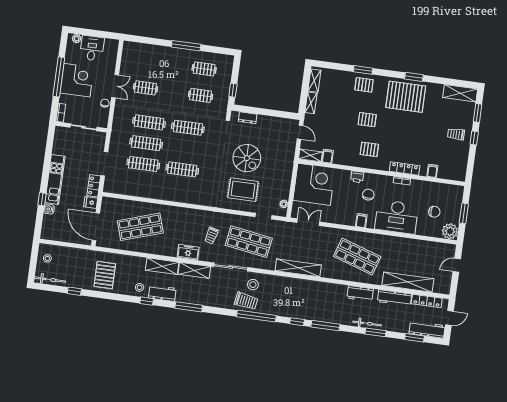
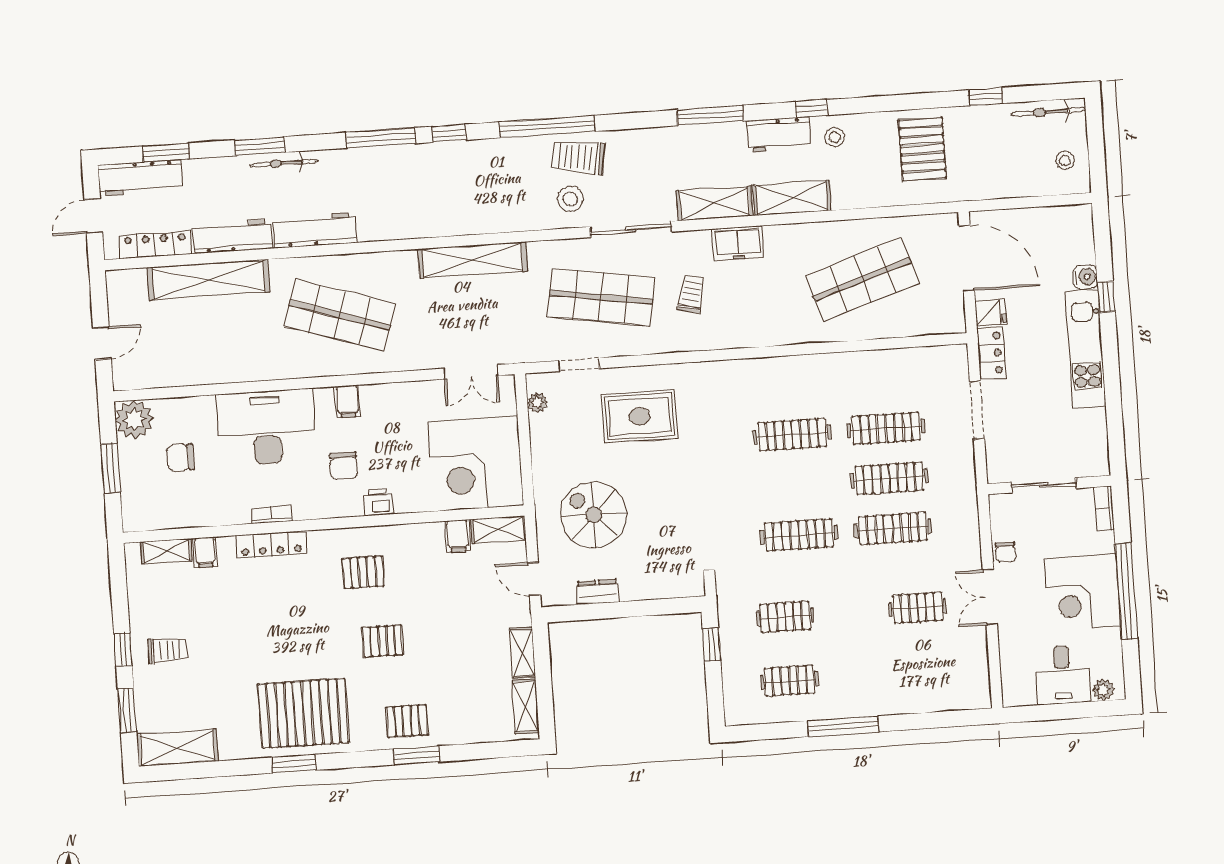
dresser: (248, 118) -> (598, 592), moved
spiral stairs: (247, 158) -> (594, 515), moved
shelving: (448, 175) -> (167, 551), added
workbench: (360, 293) -> (315, 230), width x1.38

